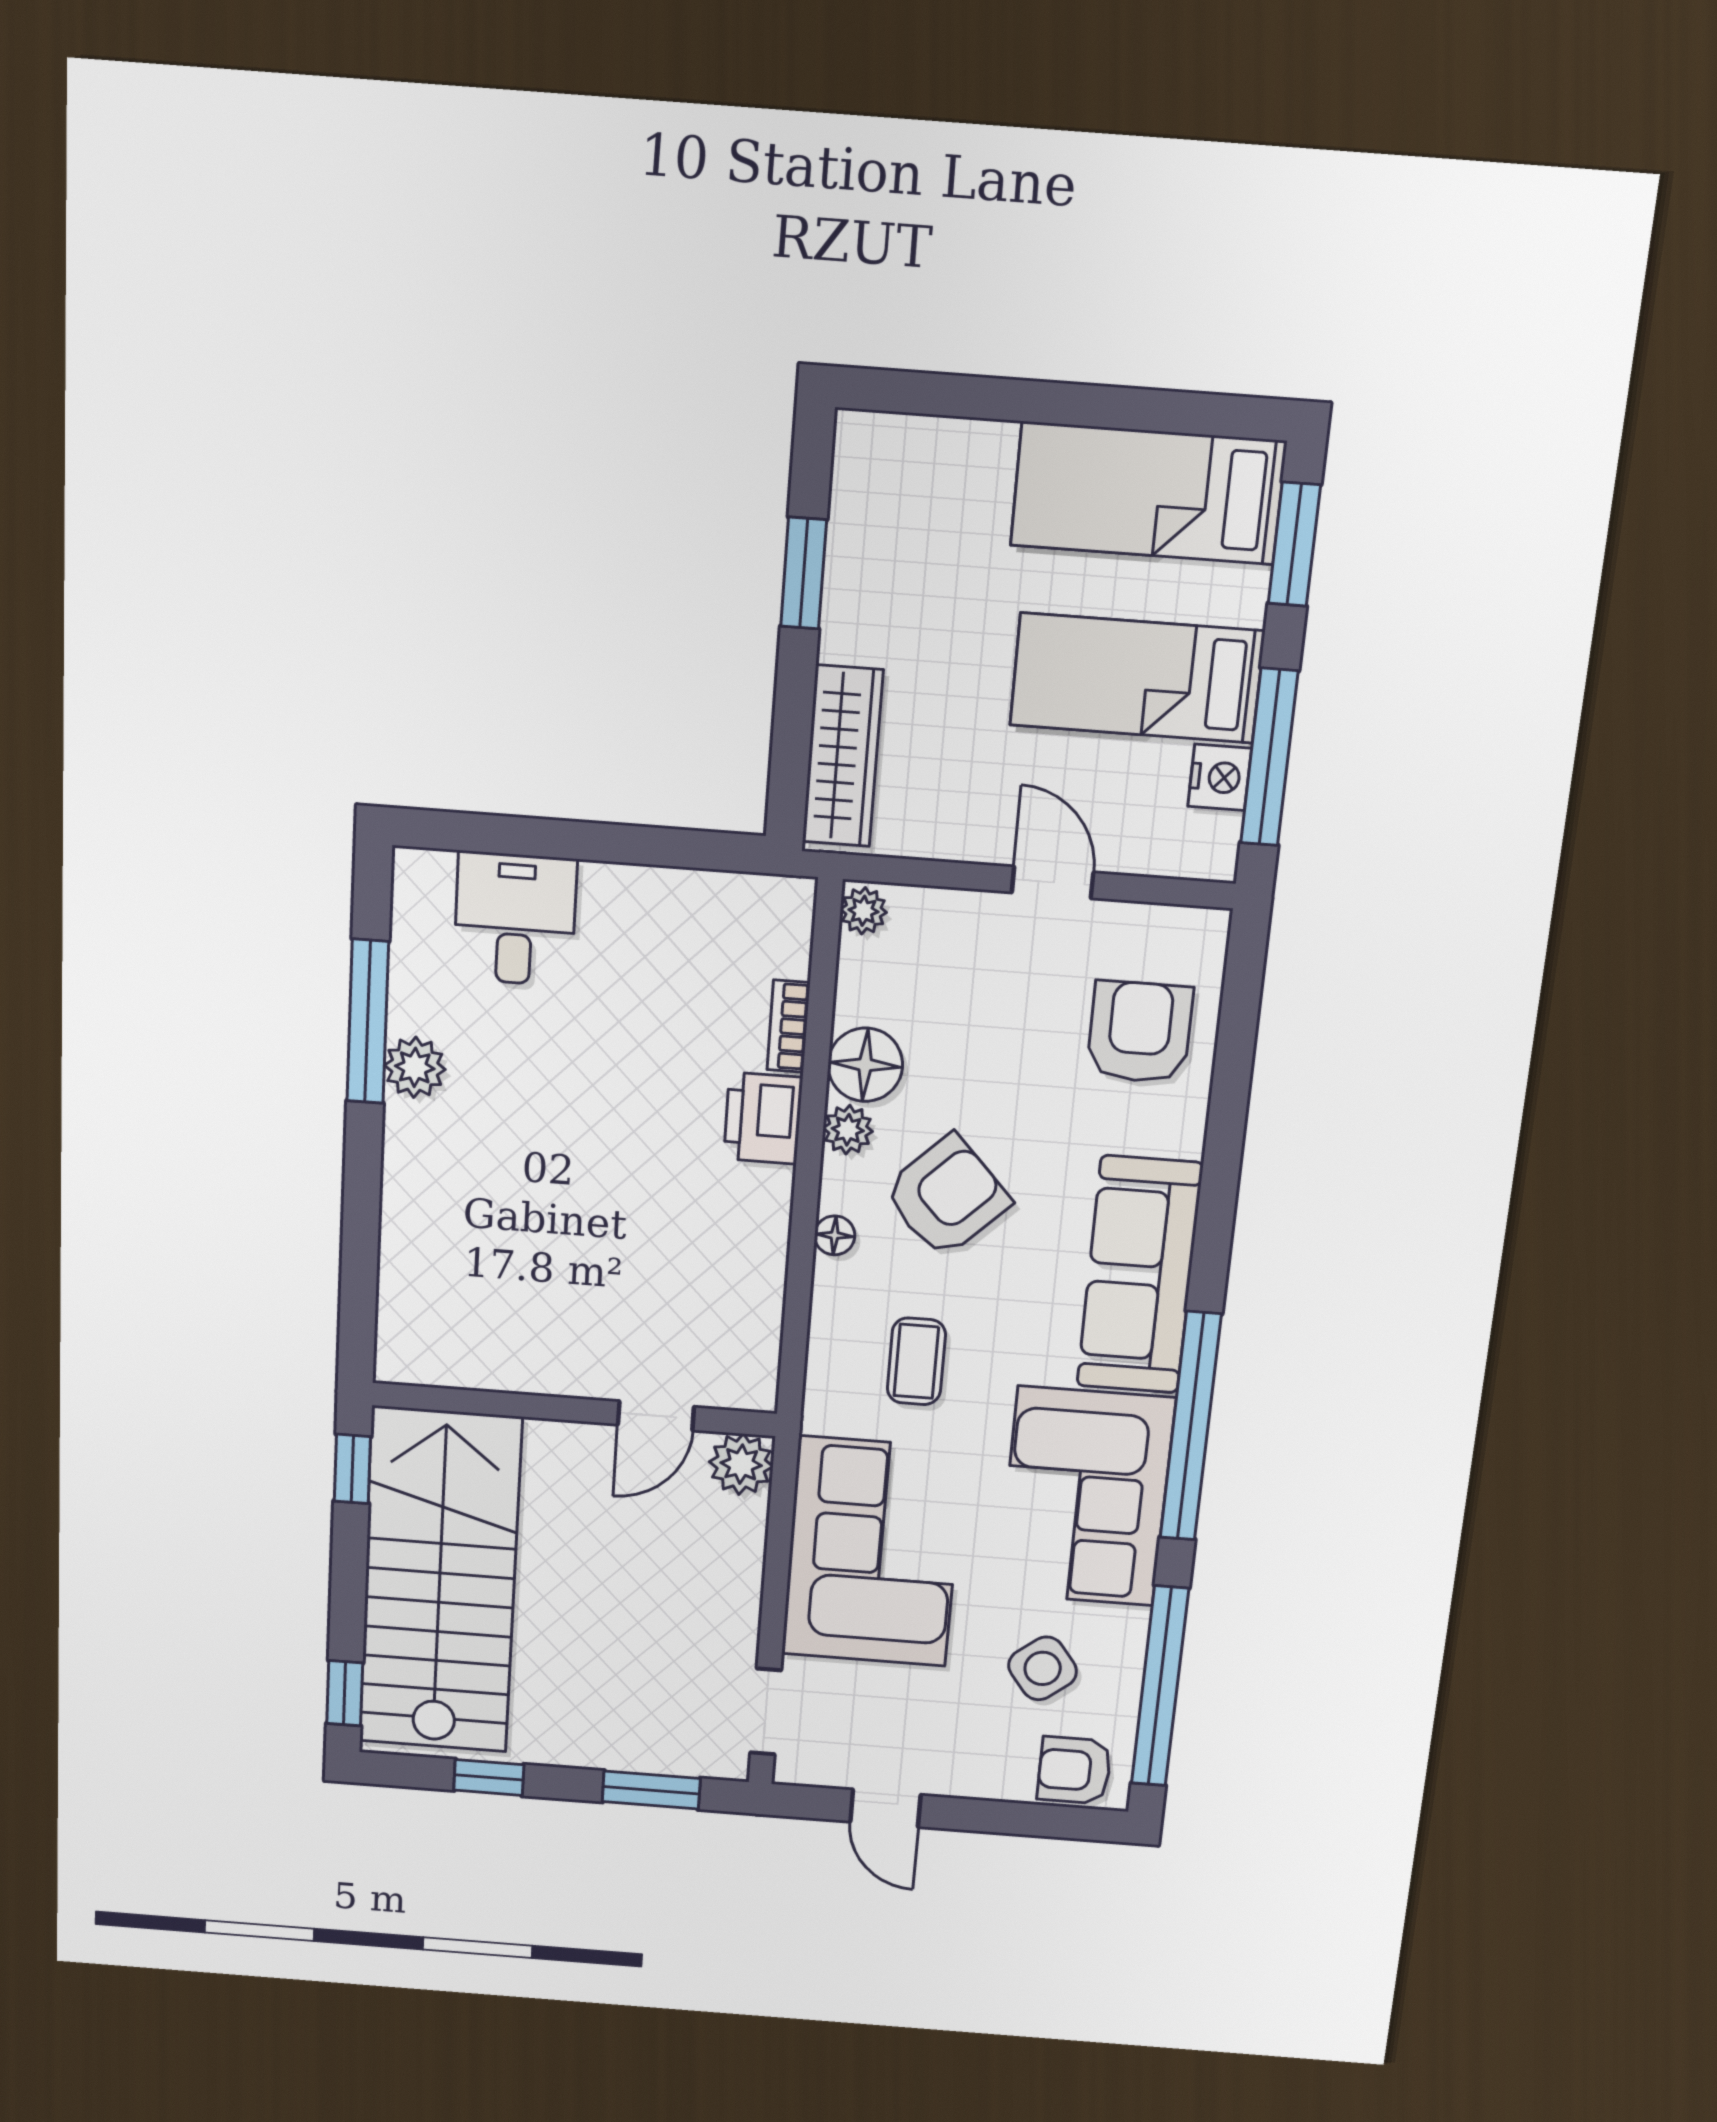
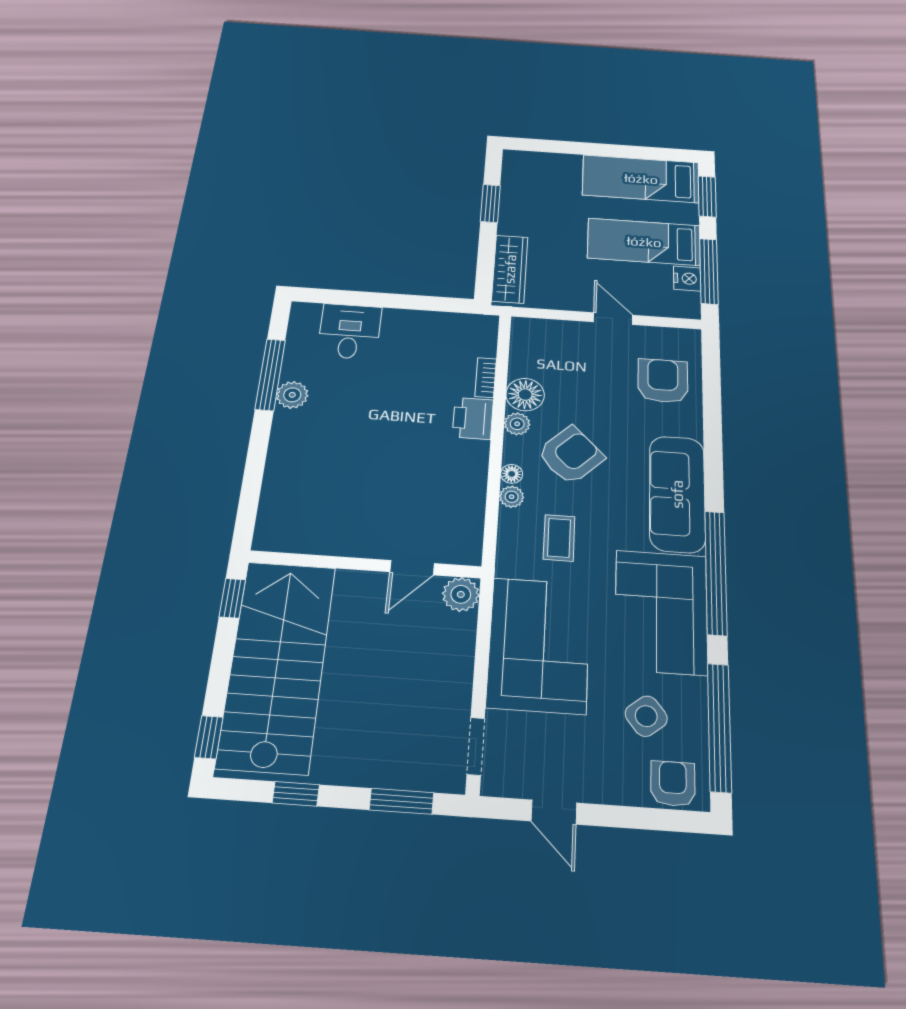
plant: (863, 911) -> (512, 497), moved
armchair: (1074, 1770) -> (673, 784), turned 90

